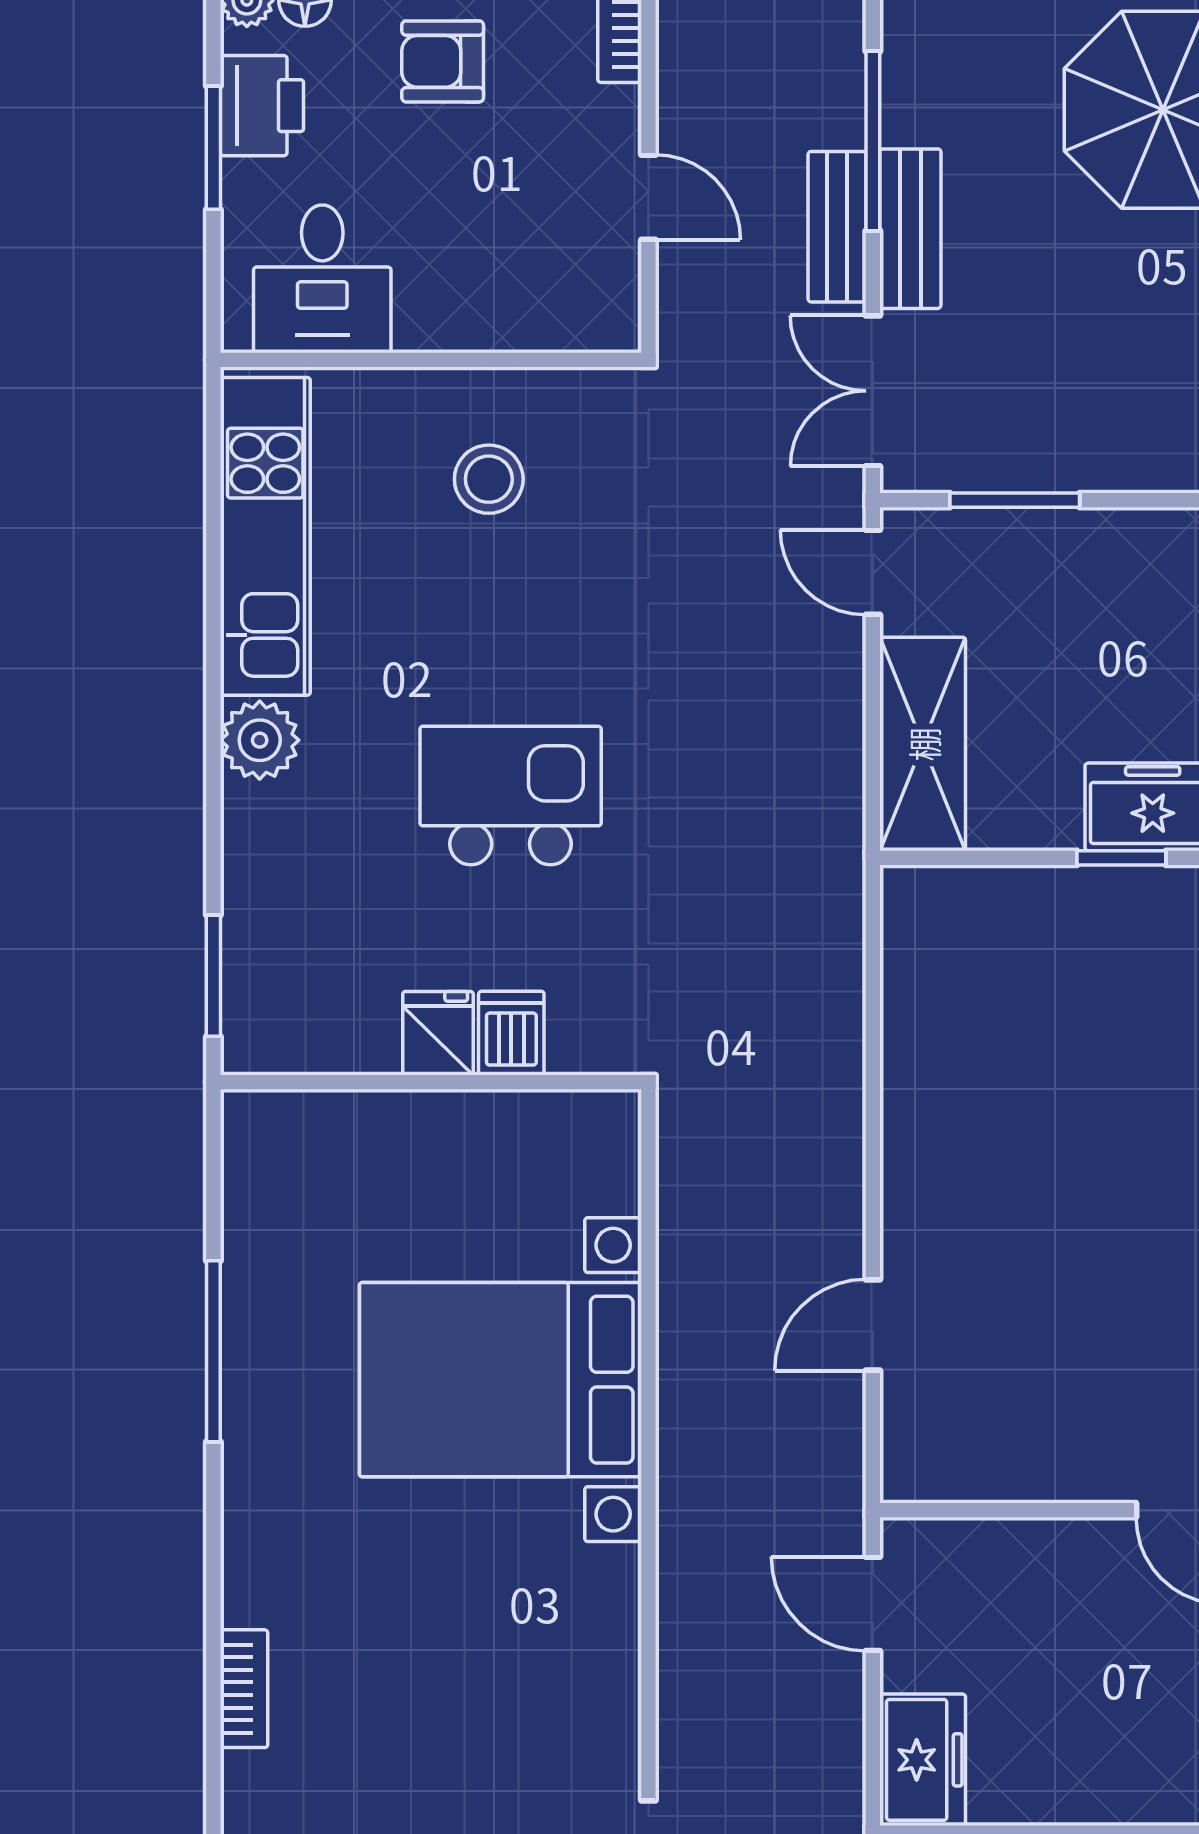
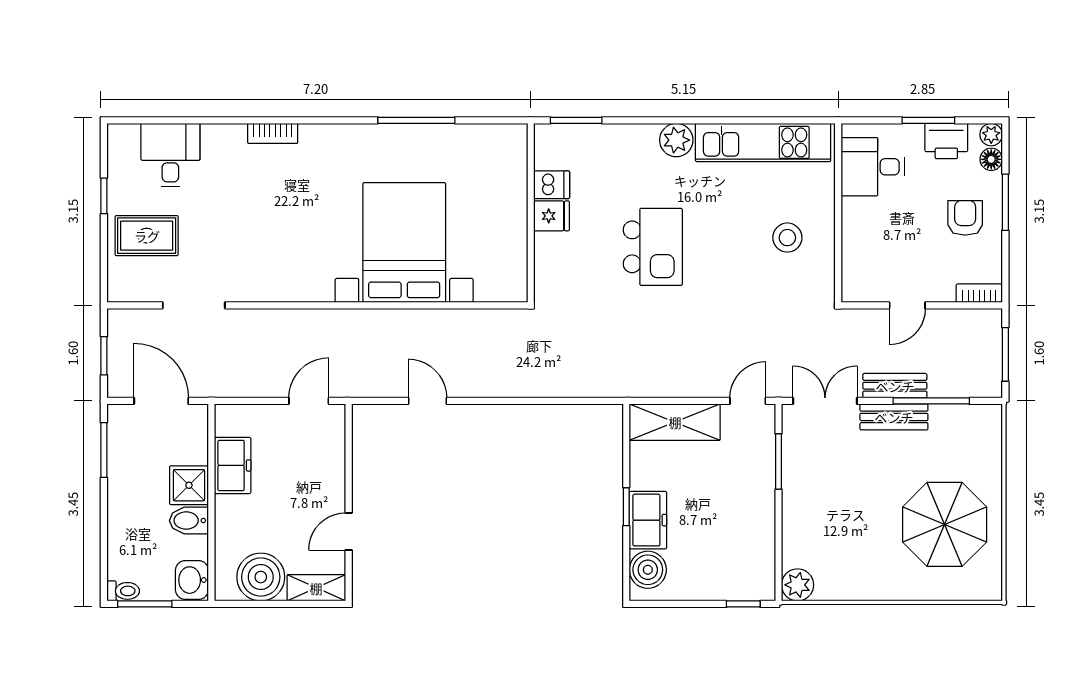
dishwasher: (511, 1033) -> (552, 185), moved
freezer: (923, 1760) -> (233, 465), moved, turned -90

